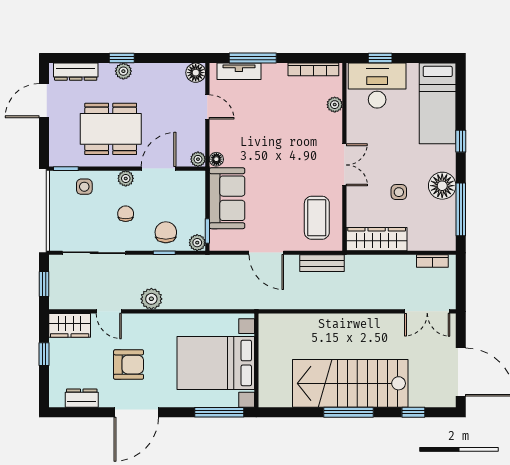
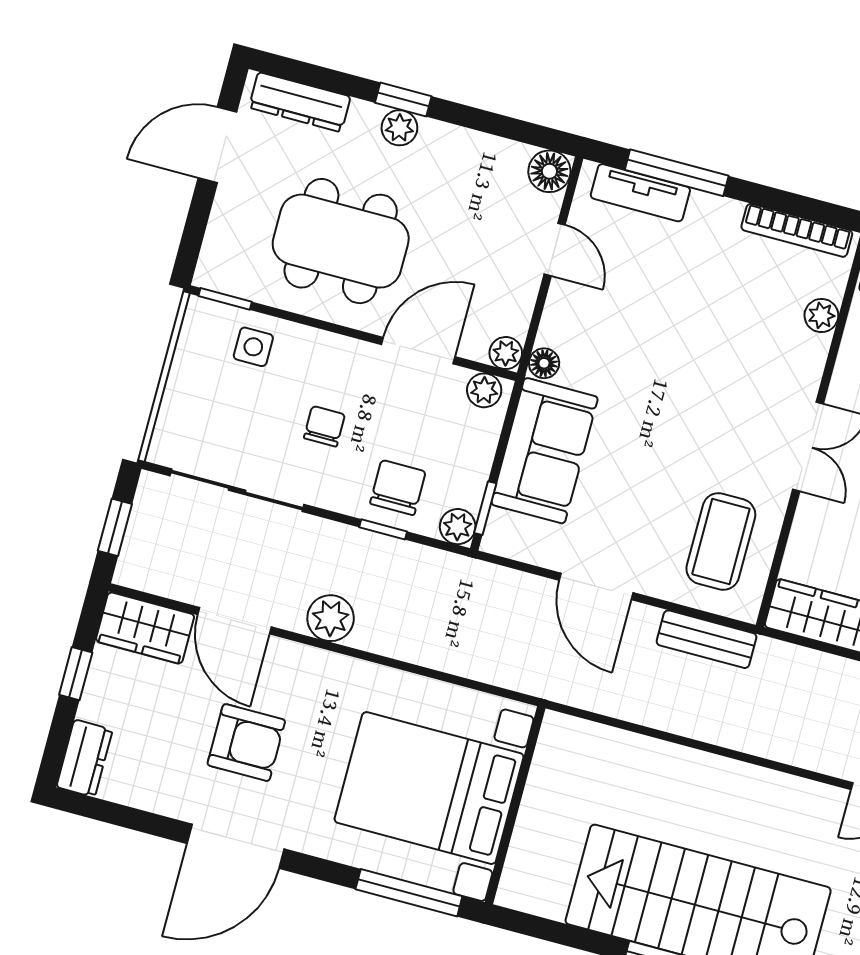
plant: (126, 178) -> (484, 390), moved
door: (109, 311) -> (234, 621), width x1.38
dresser: (82, 398) -> (84, 758), moved, turned 90

